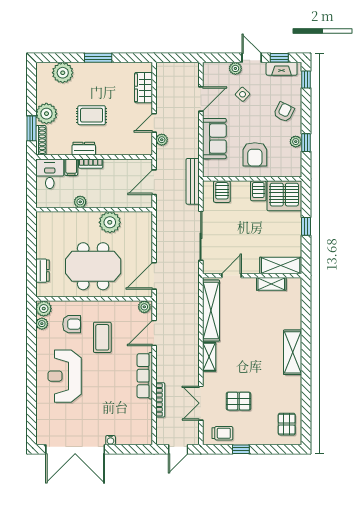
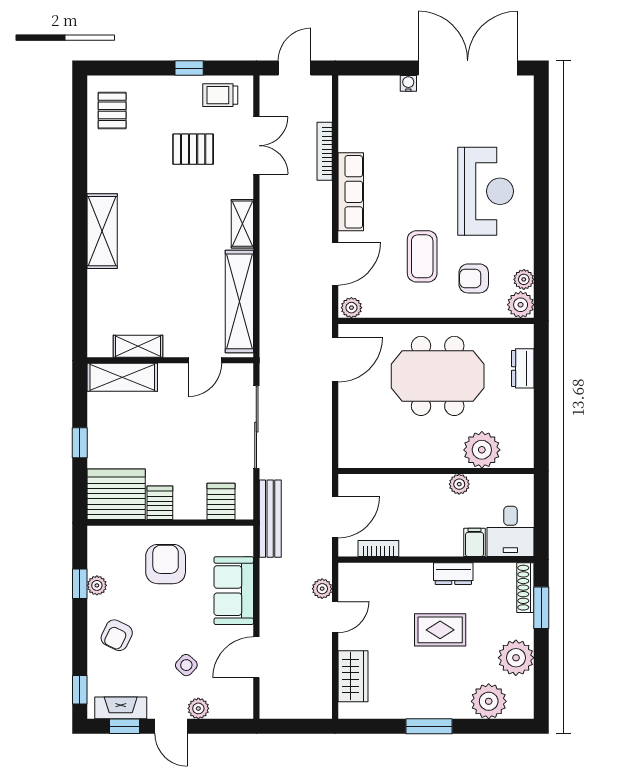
plant: (46, 114) -> (516, 658), moved
bookcase: (91, 164) -> (378, 549), moved
plant: (110, 222) -> (482, 450), moved

